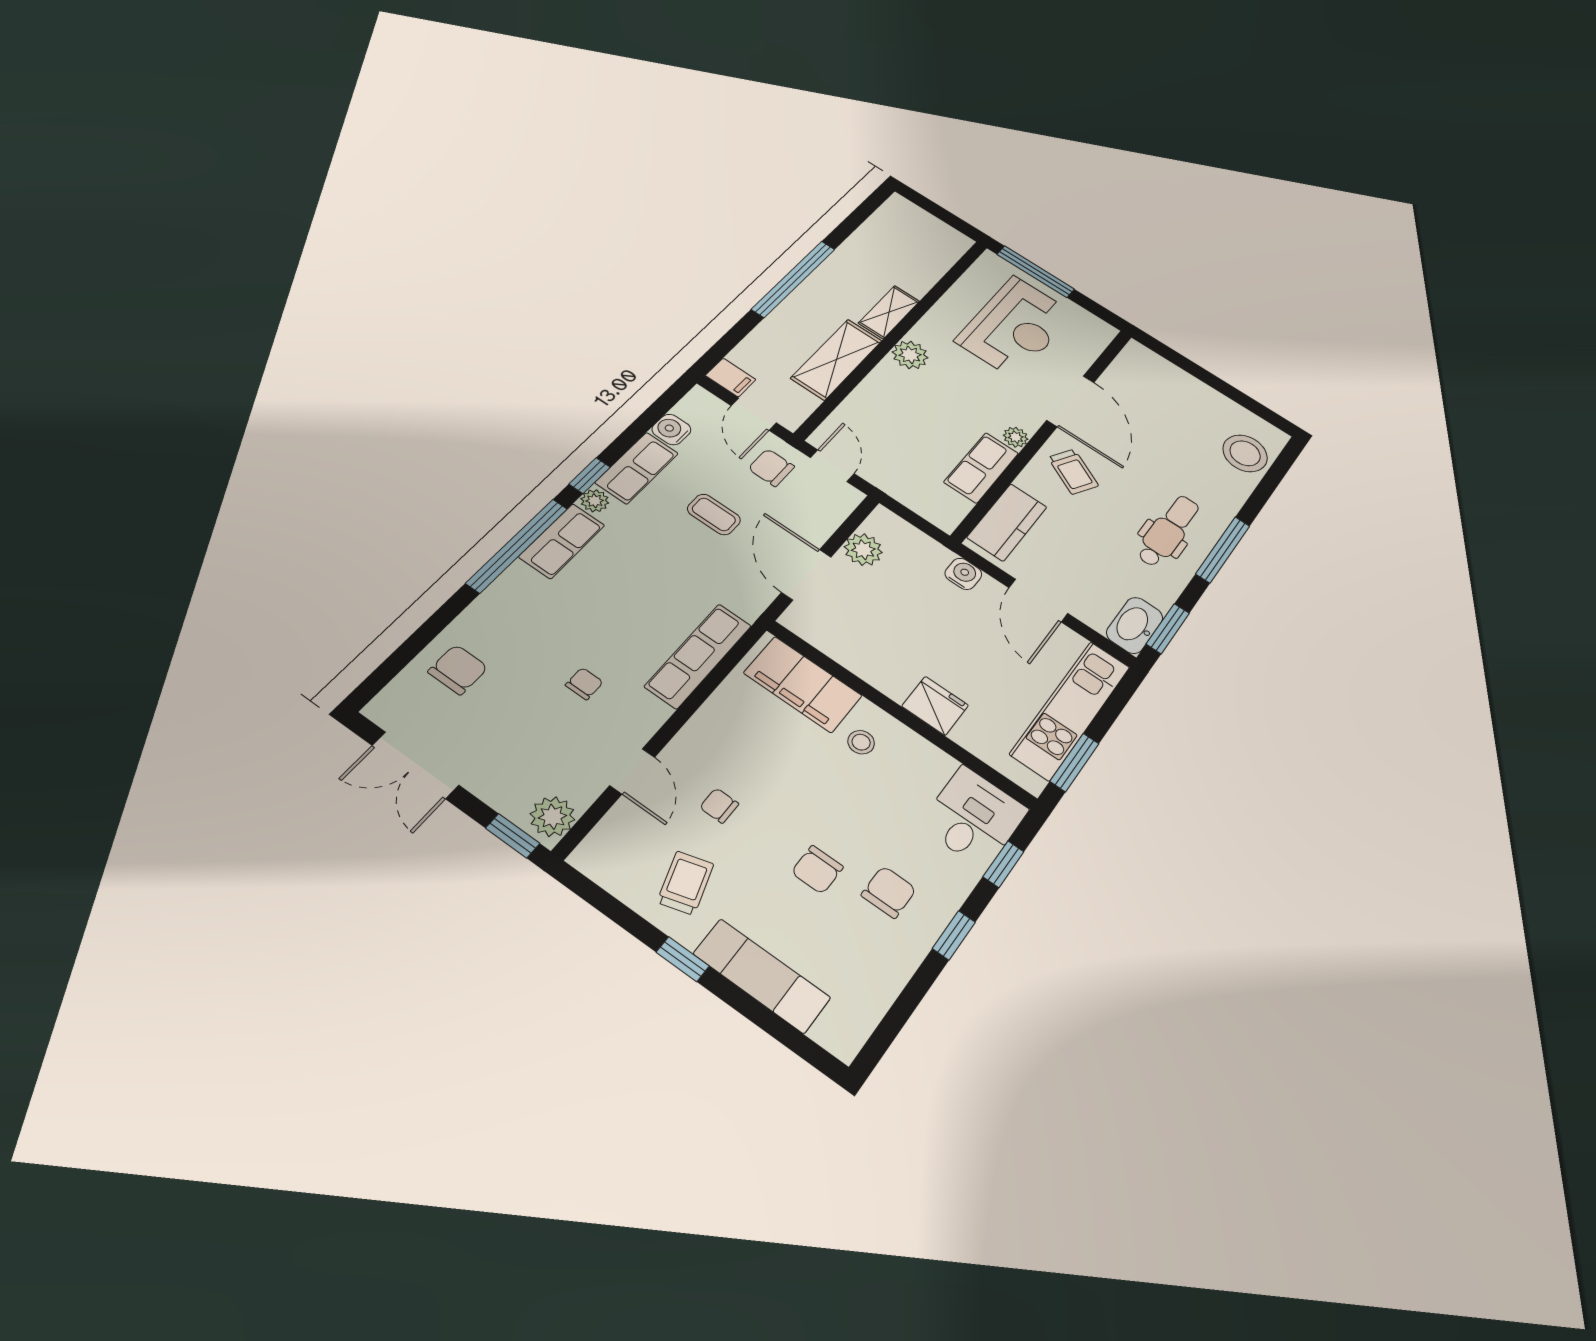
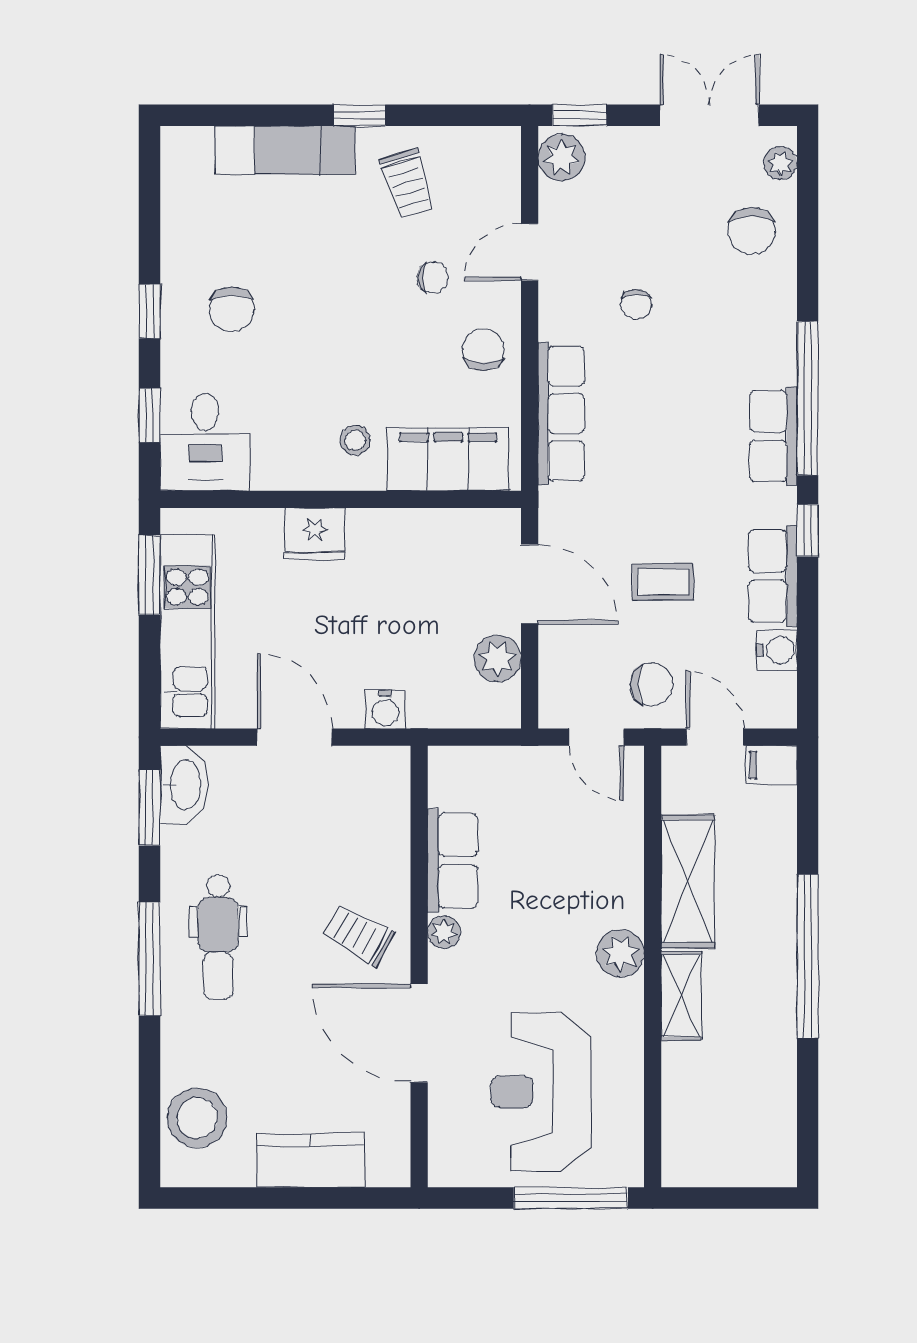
plant: (595, 501) -> (780, 163), moved
kitchen counter: (1007, 522) -> (311, 1160), moved, turned 90
door: (632, 771) -> (530, 252), hinge flipped
chair: (817, 870) -> (483, 350), moved

